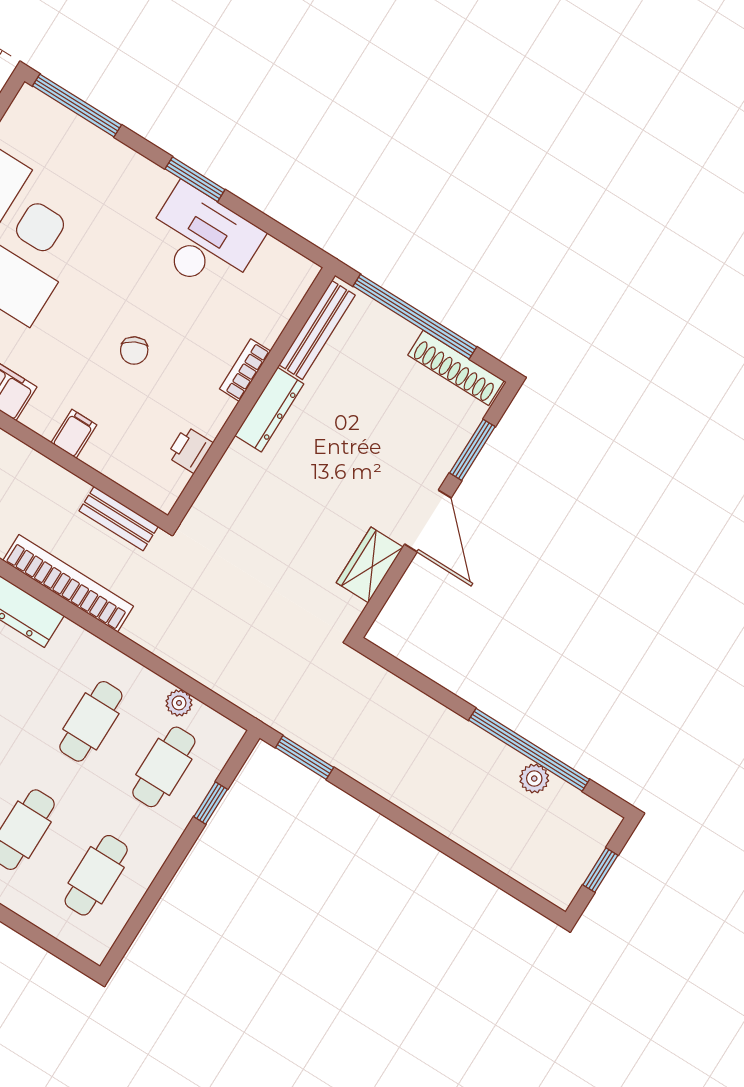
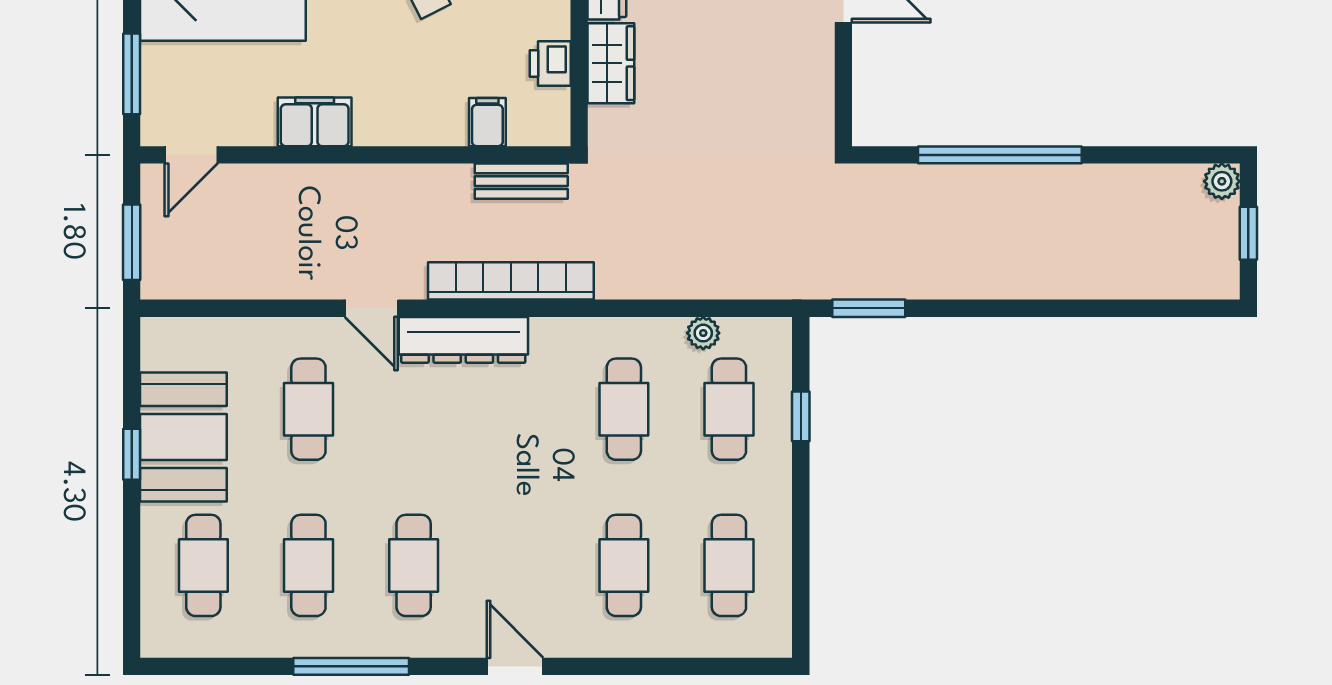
filing cabinet: (74, 434) -> (487, 122), moved
wardrobe: (370, 565) -> (611, 63), moved, turned 180
window: (529, 750) -> (1000, 155), moved
plant: (534, 779) -> (1222, 181), moved

